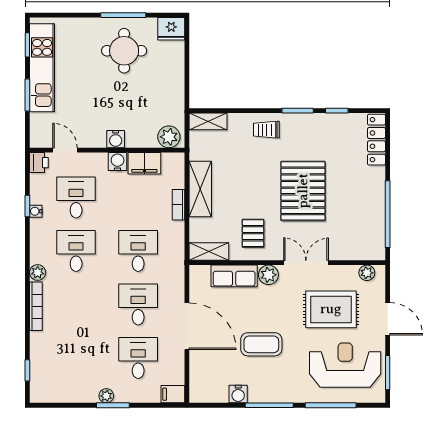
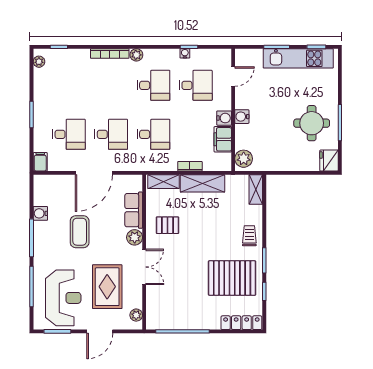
printer: (39, 163) -> (223, 56), removed
pallet: (303, 191) -> (232, 278), moved
shelving: (209, 252) -> (164, 182), moved, turned 90
plant: (106, 396) -> (39, 62), moved

